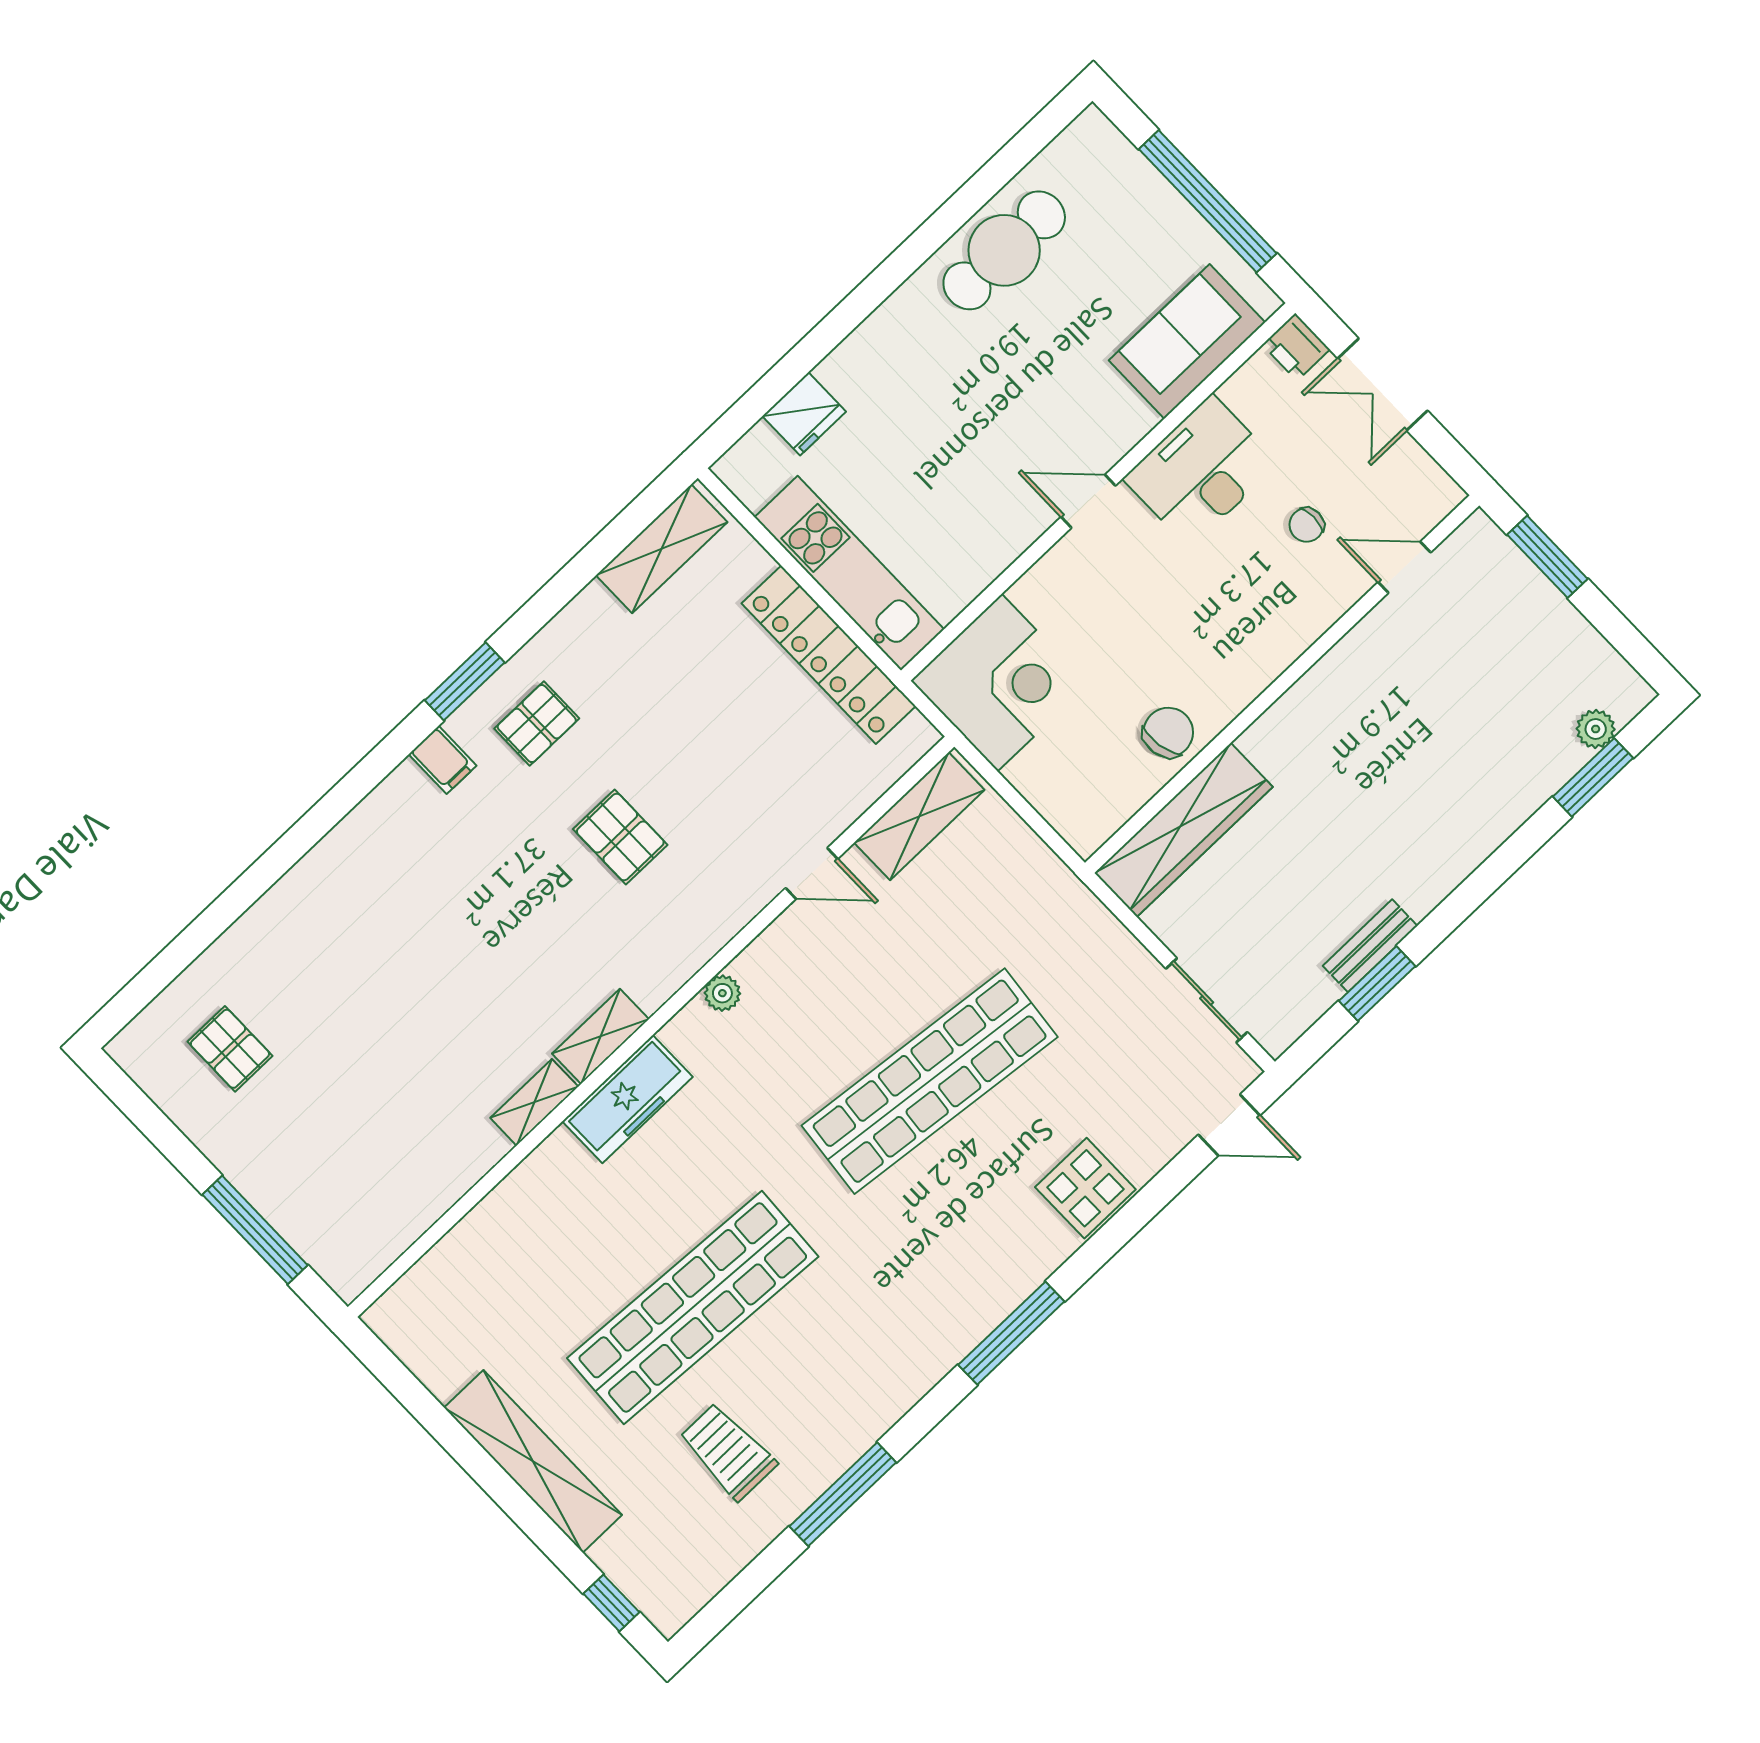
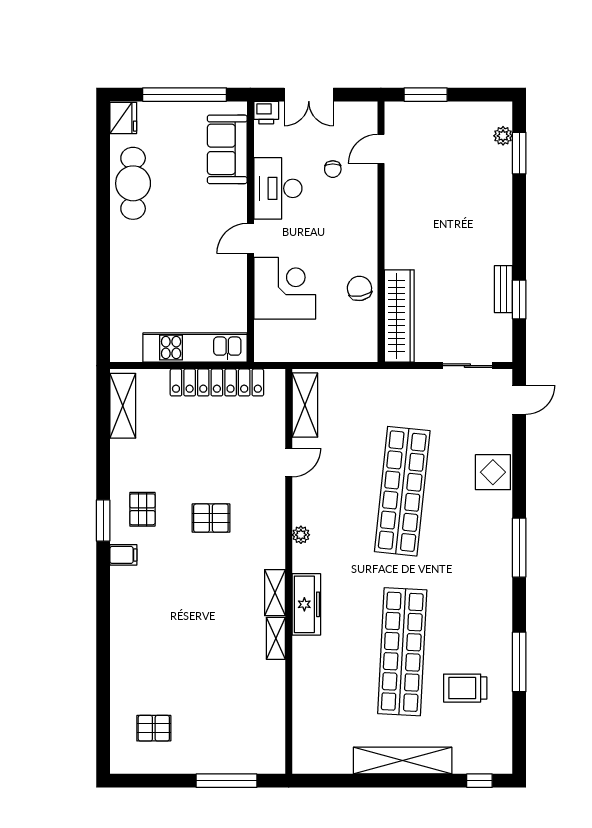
fridge: (804, 414) -> (123, 118), moved
corner desk: (1000, 683) -> (285, 288), moved

